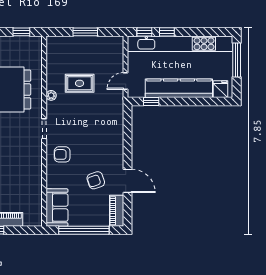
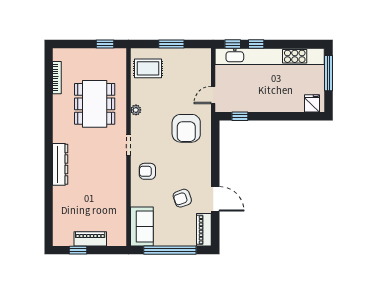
rug: (80, 83) -> (148, 68), moved
kitchen counter: (179, 88) -> (269, 102), removed
armchair: (100, 113) -> (186, 128), added

